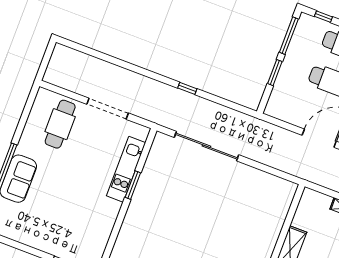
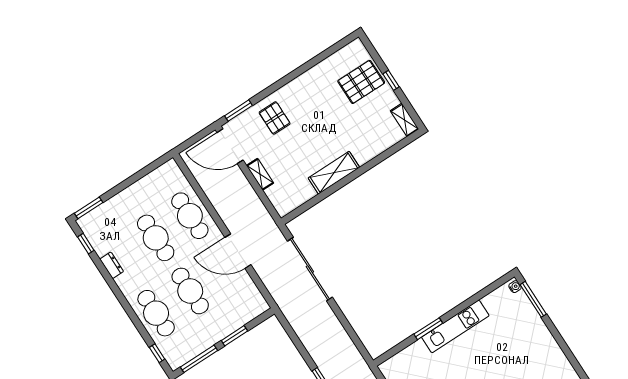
sliding door: (206, 146) -> (310, 269), moved
kitchen unit: (126, 169) -> (455, 326), moved

